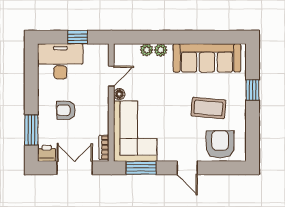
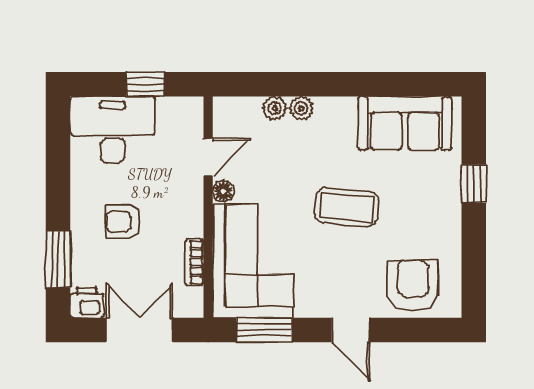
sofa: (207, 58) -> (405, 123), width x0.73
coffee table: (208, 108) -> (347, 207), moved
bookcase: (104, 147) -> (194, 262), moved

